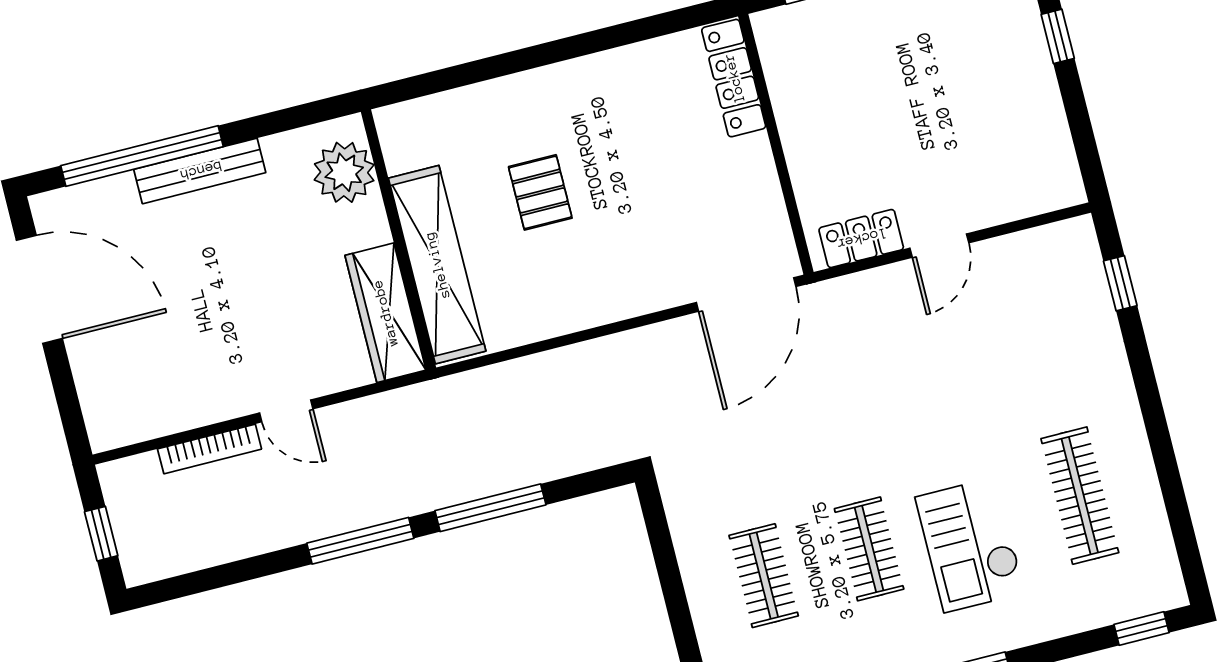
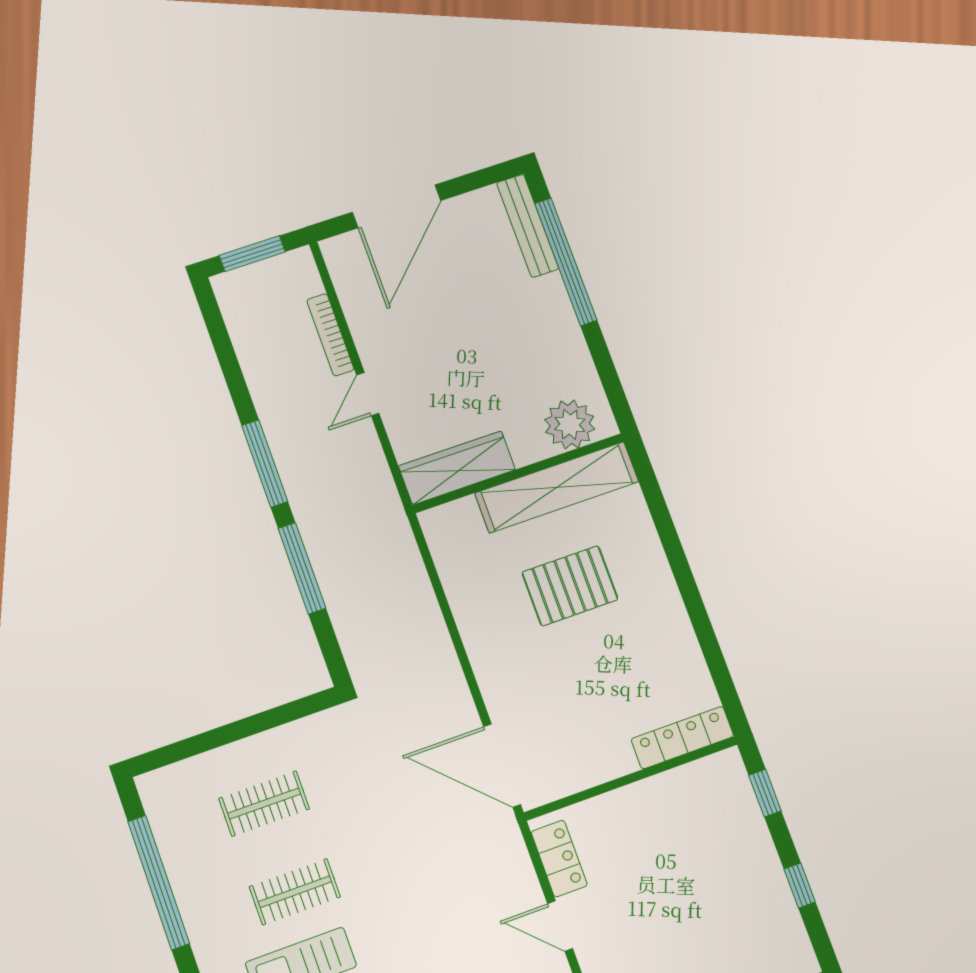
bench: (200, 171) -> (528, 226), moved
pallet: (540, 192) -> (570, 586), width x1.50, depth x1.42
shelving: (437, 265) -> (557, 487), moved
door: (39, 289) -> (397, 206), moved
window: (101, 534) -> (252, 254), width x1.50

